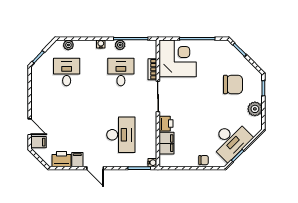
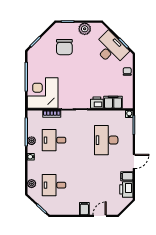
chair: (233, 84) -> (64, 47), turned 180
desk: (121, 135) -> (106, 140), turned -90
filing cabinet: (38, 142) -> (84, 209), moved

